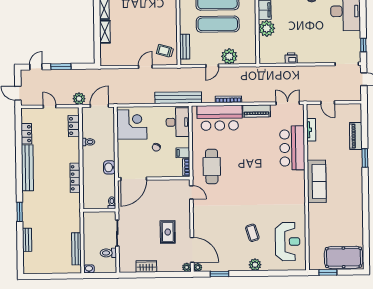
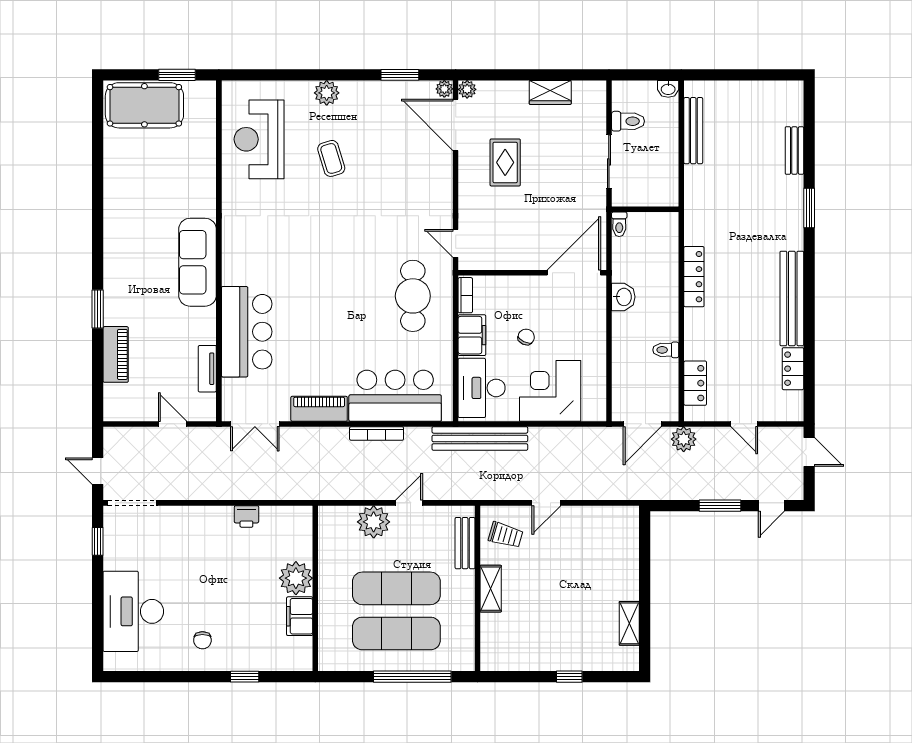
shelving: (105, 32) -> (491, 589), moved
corner desk: (132, 124) -> (550, 391), moved, turned 90
filing cabinet: (183, 153) -> (472, 335), width x2.00

